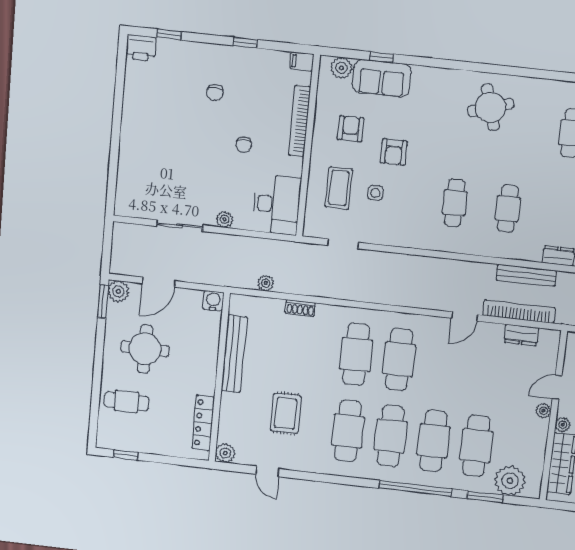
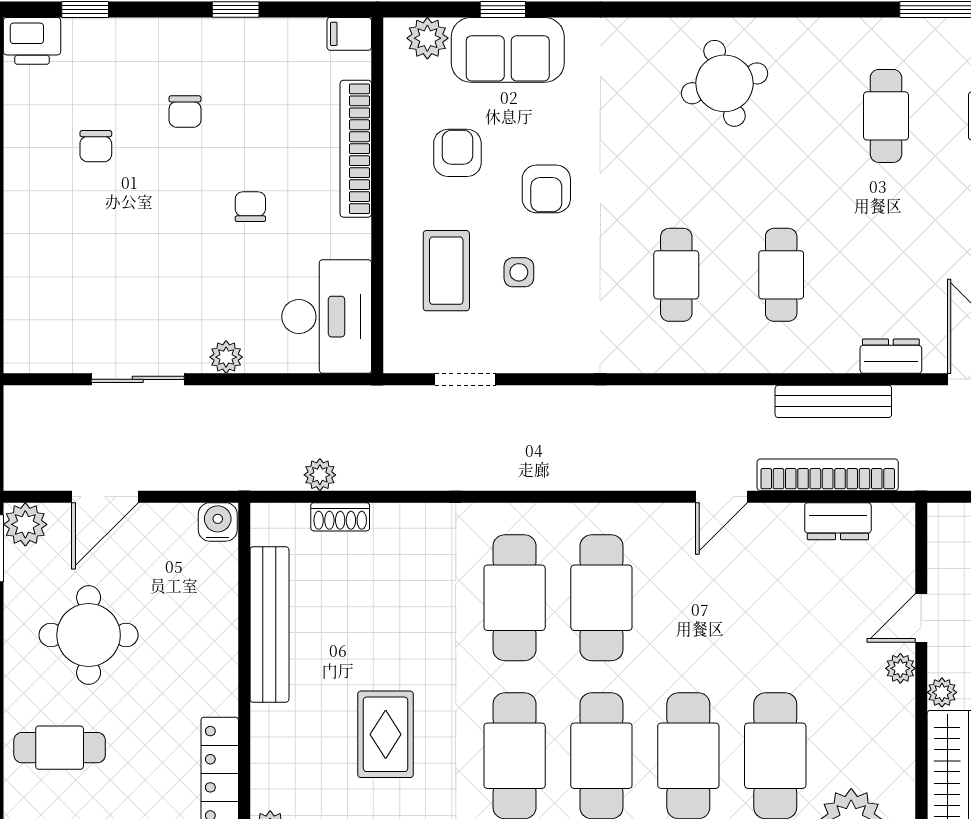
chair: (169, 106) -> (96, 146), added
chair: (244, 145) -> (250, 207), turned 180
shoe rack: (300, 308) -> (340, 517), moved

